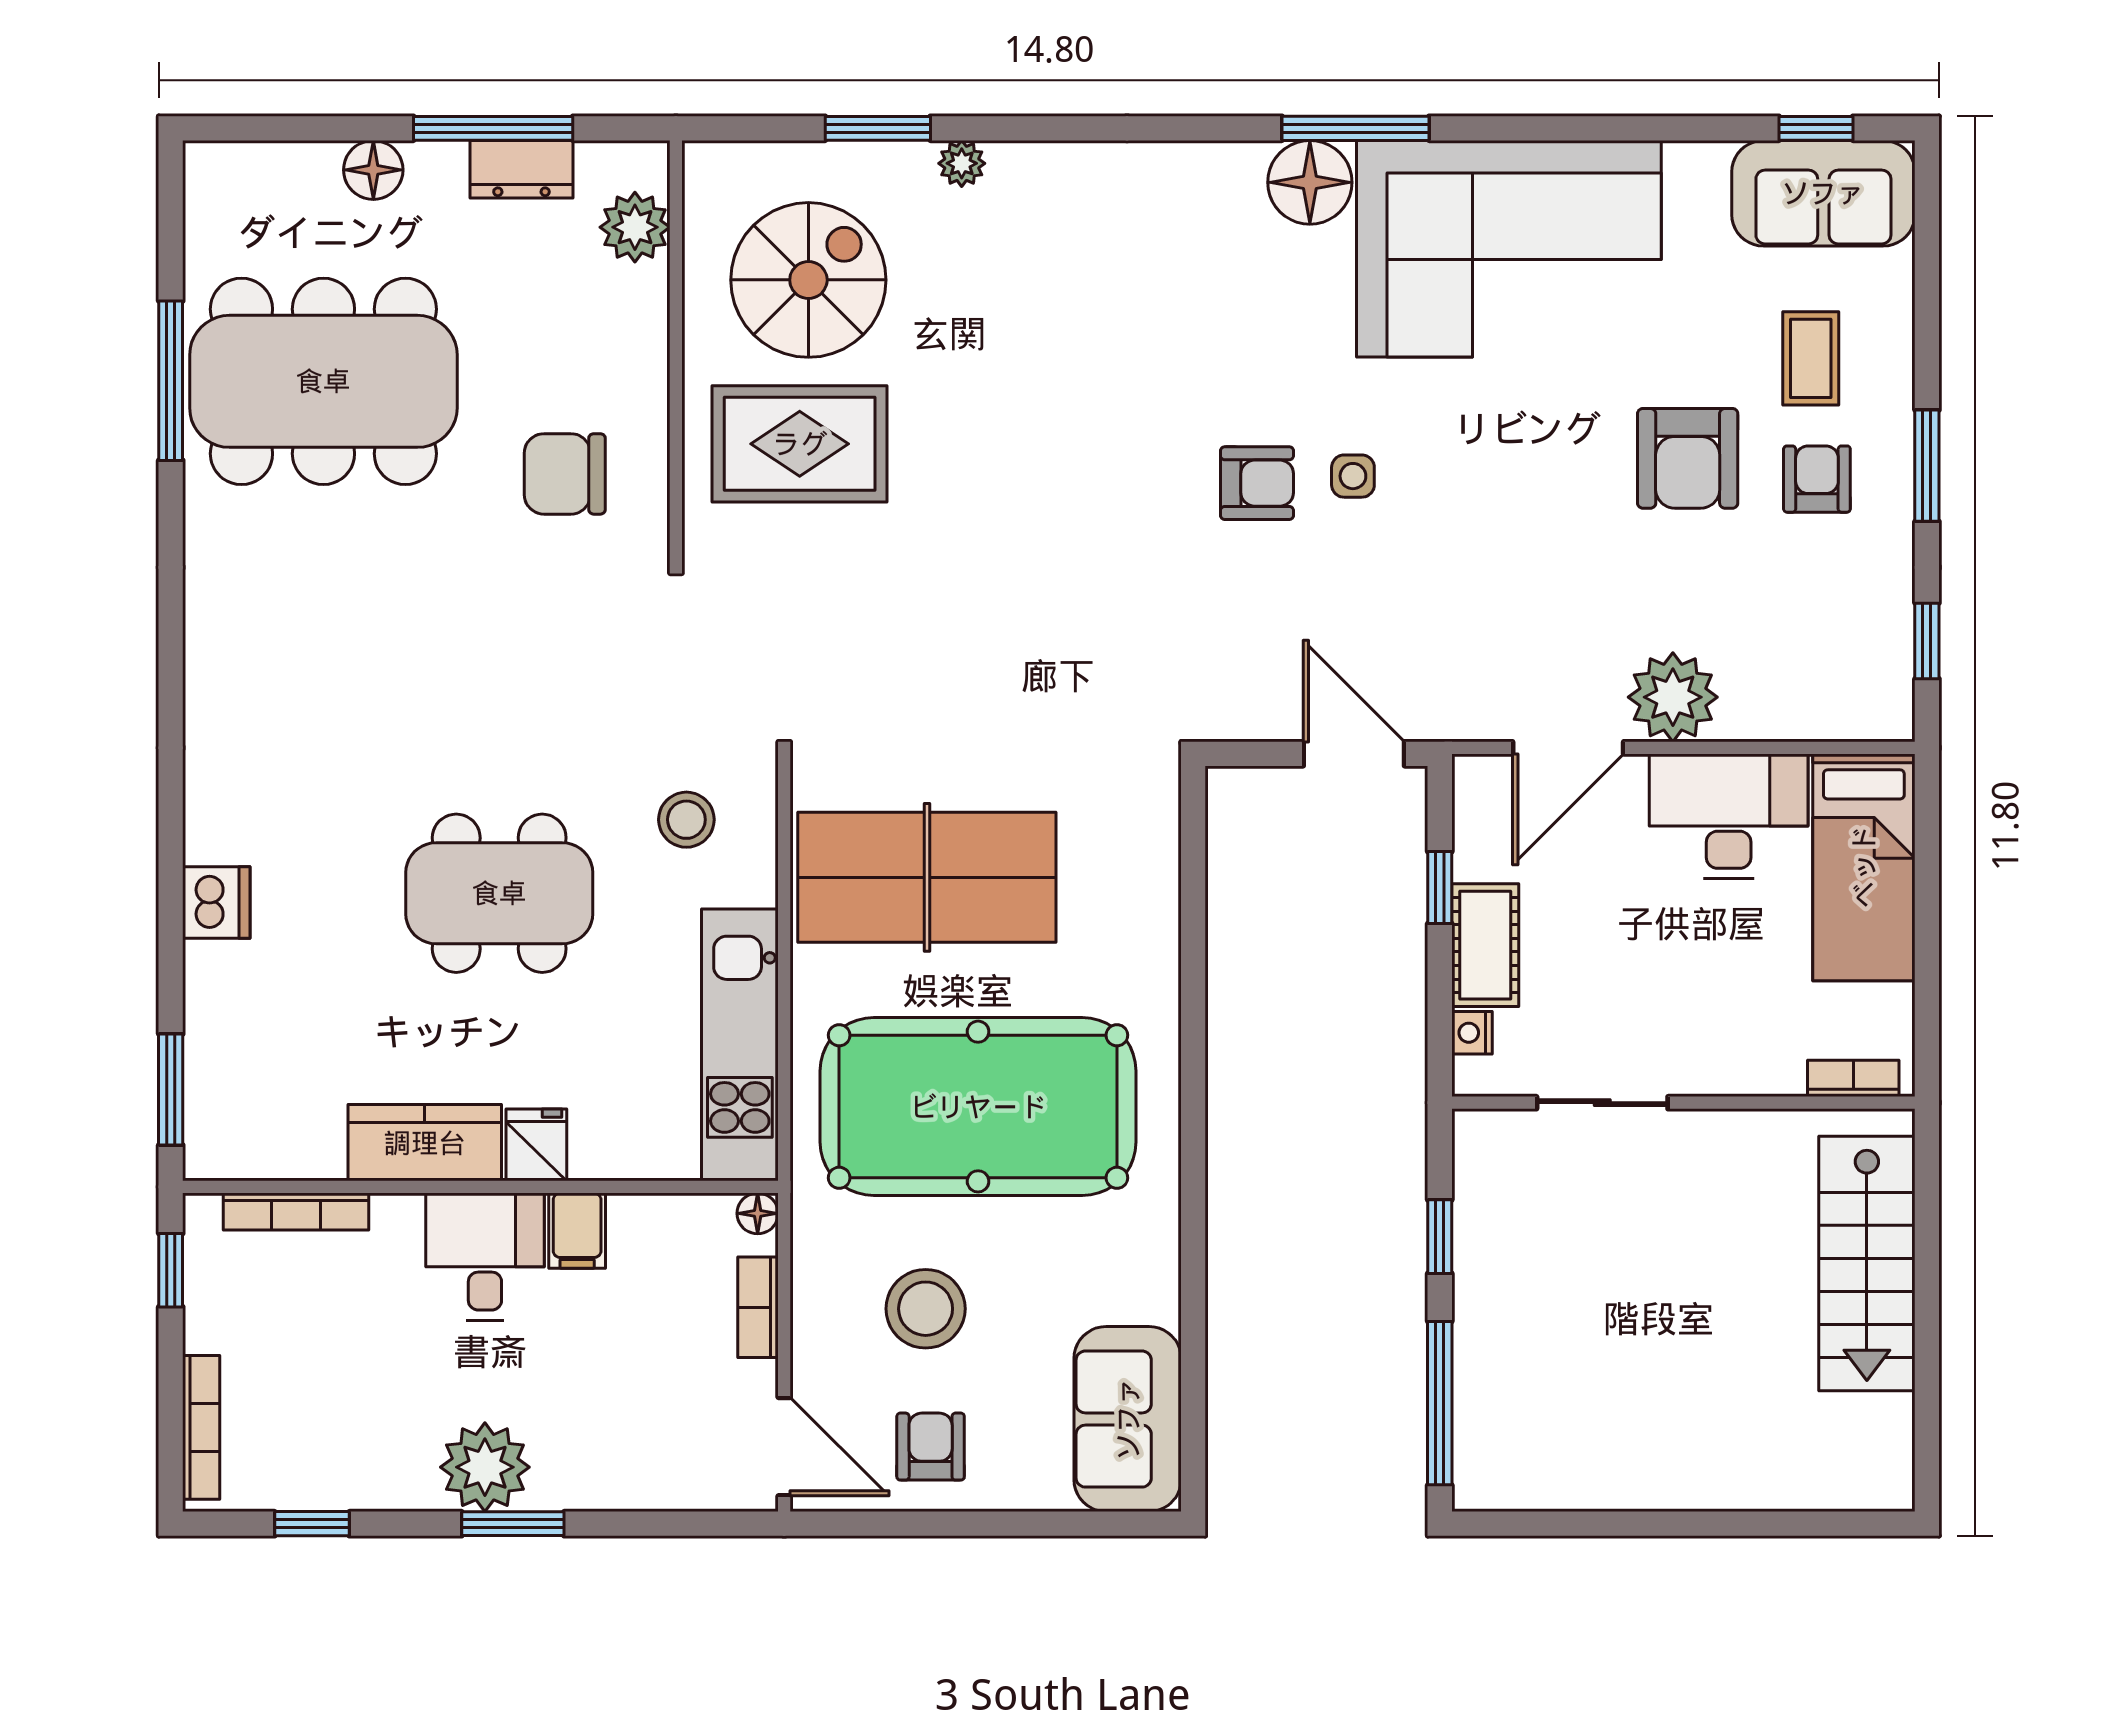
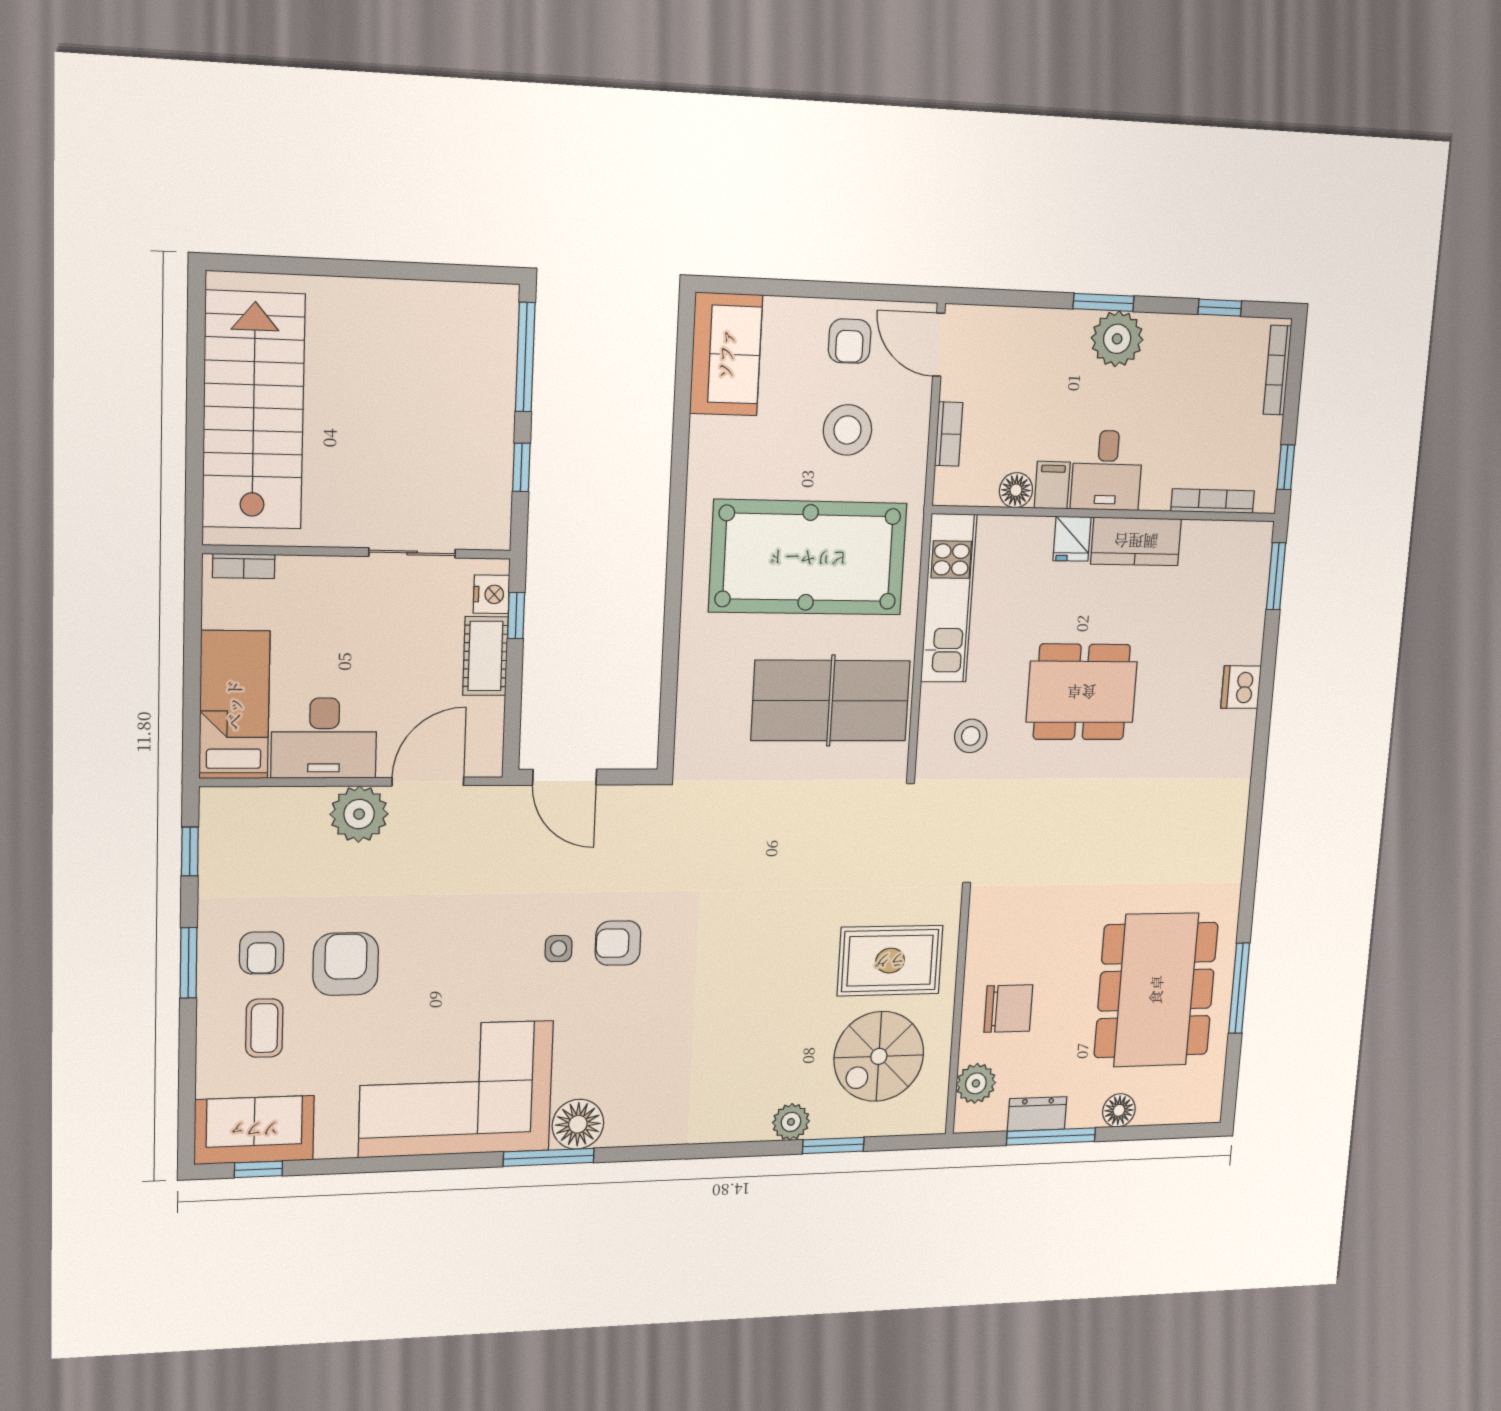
plant: (962, 163) -> (791, 1122), width x1.38, depth x1.38
dining table: (323, 381) -> (1156, 990), turned 90
chair: (565, 474) -> (1008, 1009), moved
window: (1440, 888) -> (516, 615), moved
nightstand: (1472, 1033) -> (491, 594), width x1.39, depth x1.35
floor lamp: (758, 1213) -> (1016, 490), moved, width x1.37, depth x1.37
stairs: (1867, 1264) -> (254, 411), width x1.36, depth x1.51

